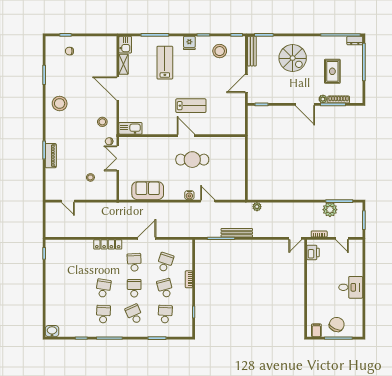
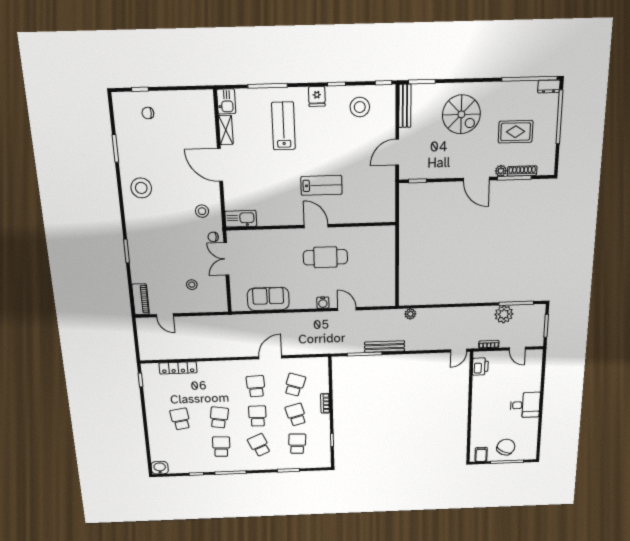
rug: (332, 71) -> (516, 132), turned 90
piano: (51, 156) -> (141, 299), moved
locker: (108, 244) -> (178, 368), moved
school desk: (72, 288) -> (180, 419), added

